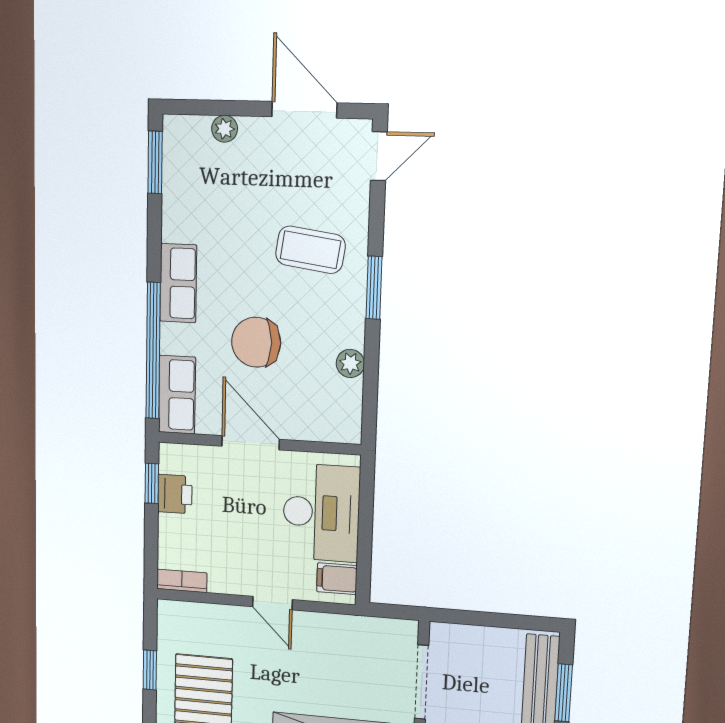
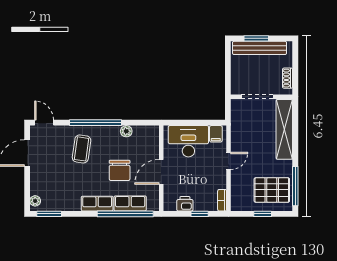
plant: (225, 129) -> (35, 201), moved
window: (374, 288) -> (95, 123), width x2.11
row of seats: (177, 395) -> (130, 203), moved
window: (152, 483) -> (200, 214), moved

